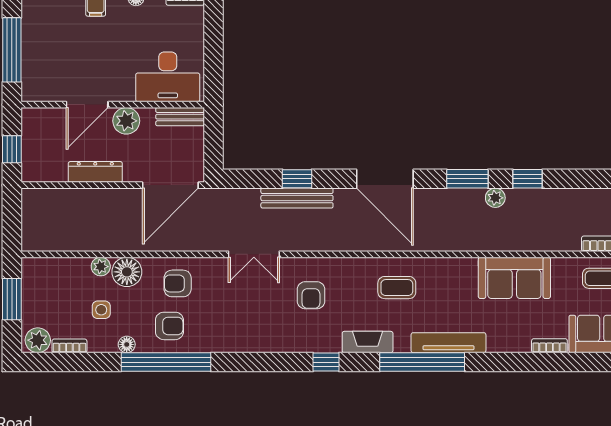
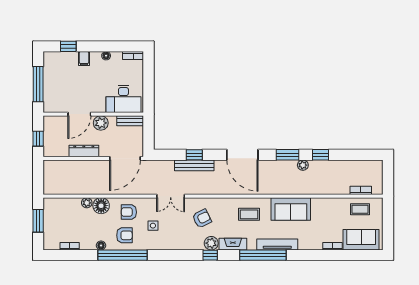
sofa: (514, 278) -> (291, 209), moved
armchair: (311, 295) -> (202, 219), turned -116
side table: (101, 310) -> (153, 226), moved
plant: (38, 340) -> (211, 243), moved

